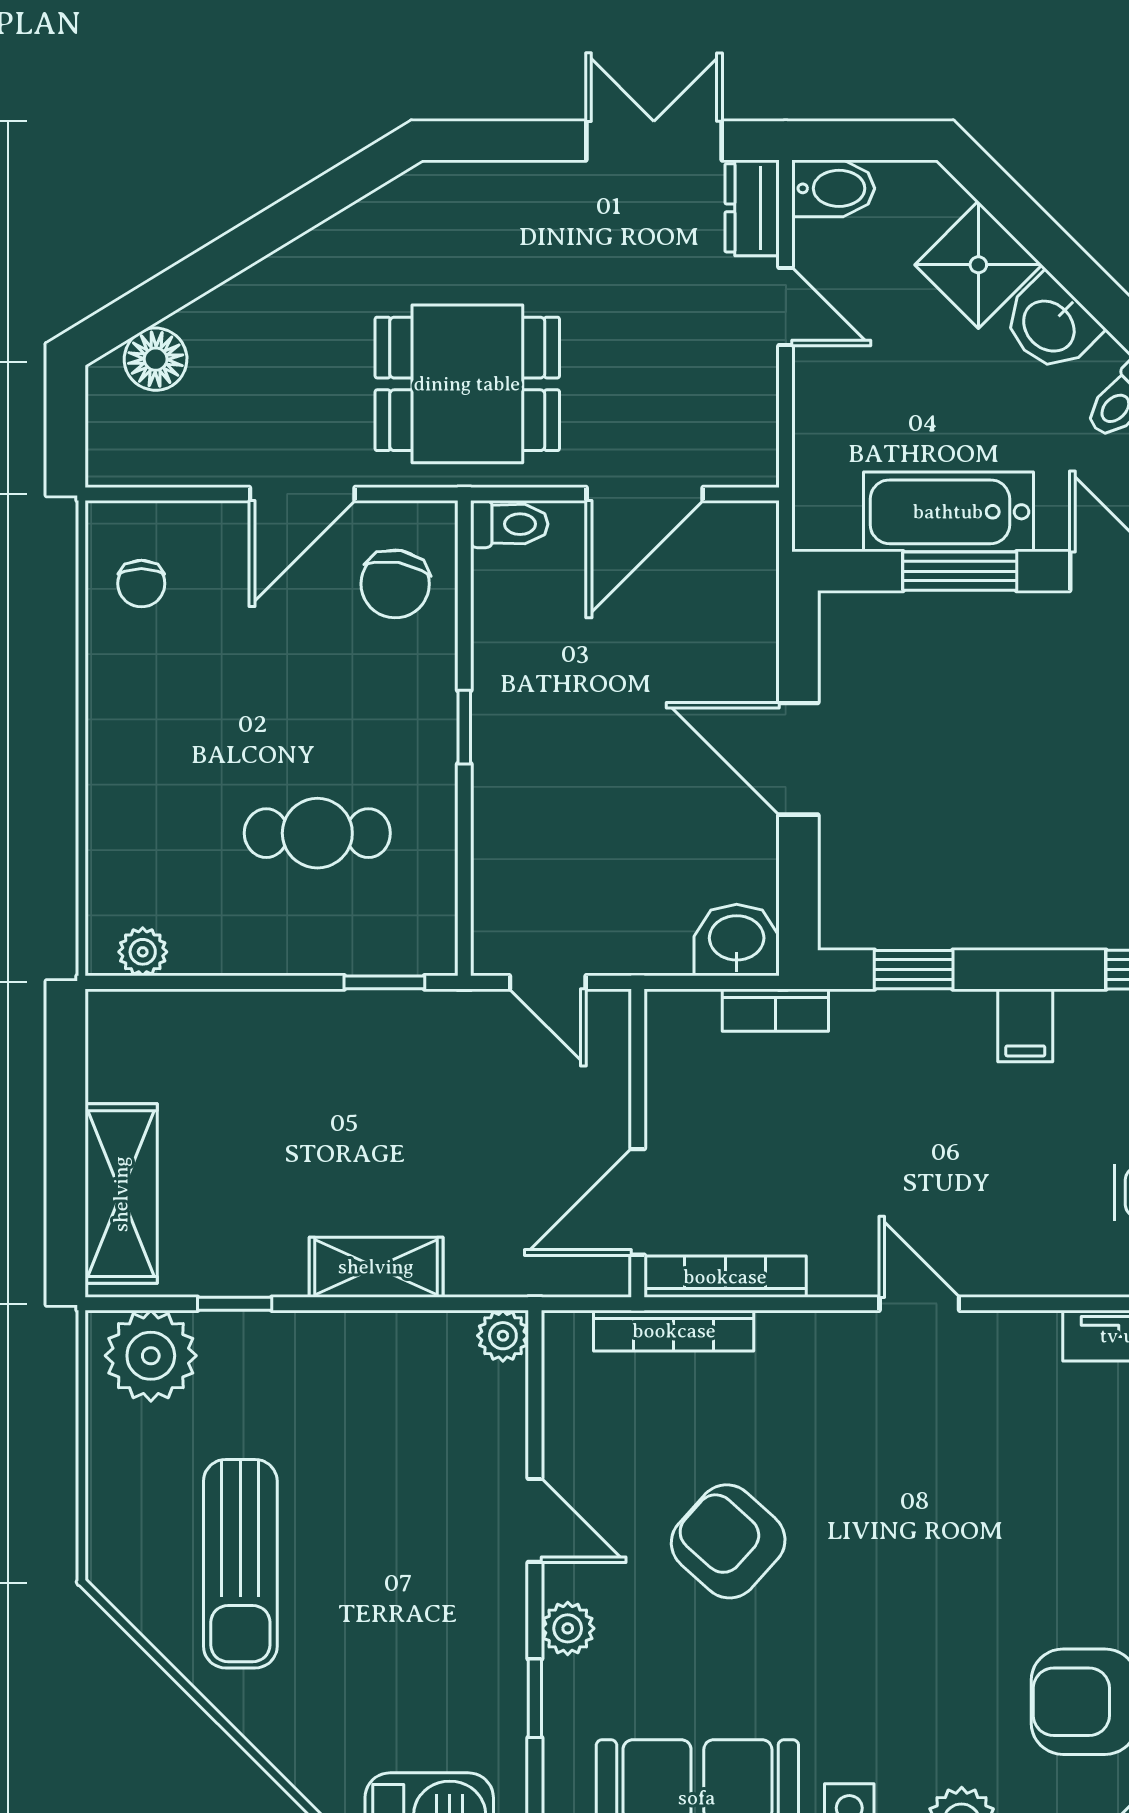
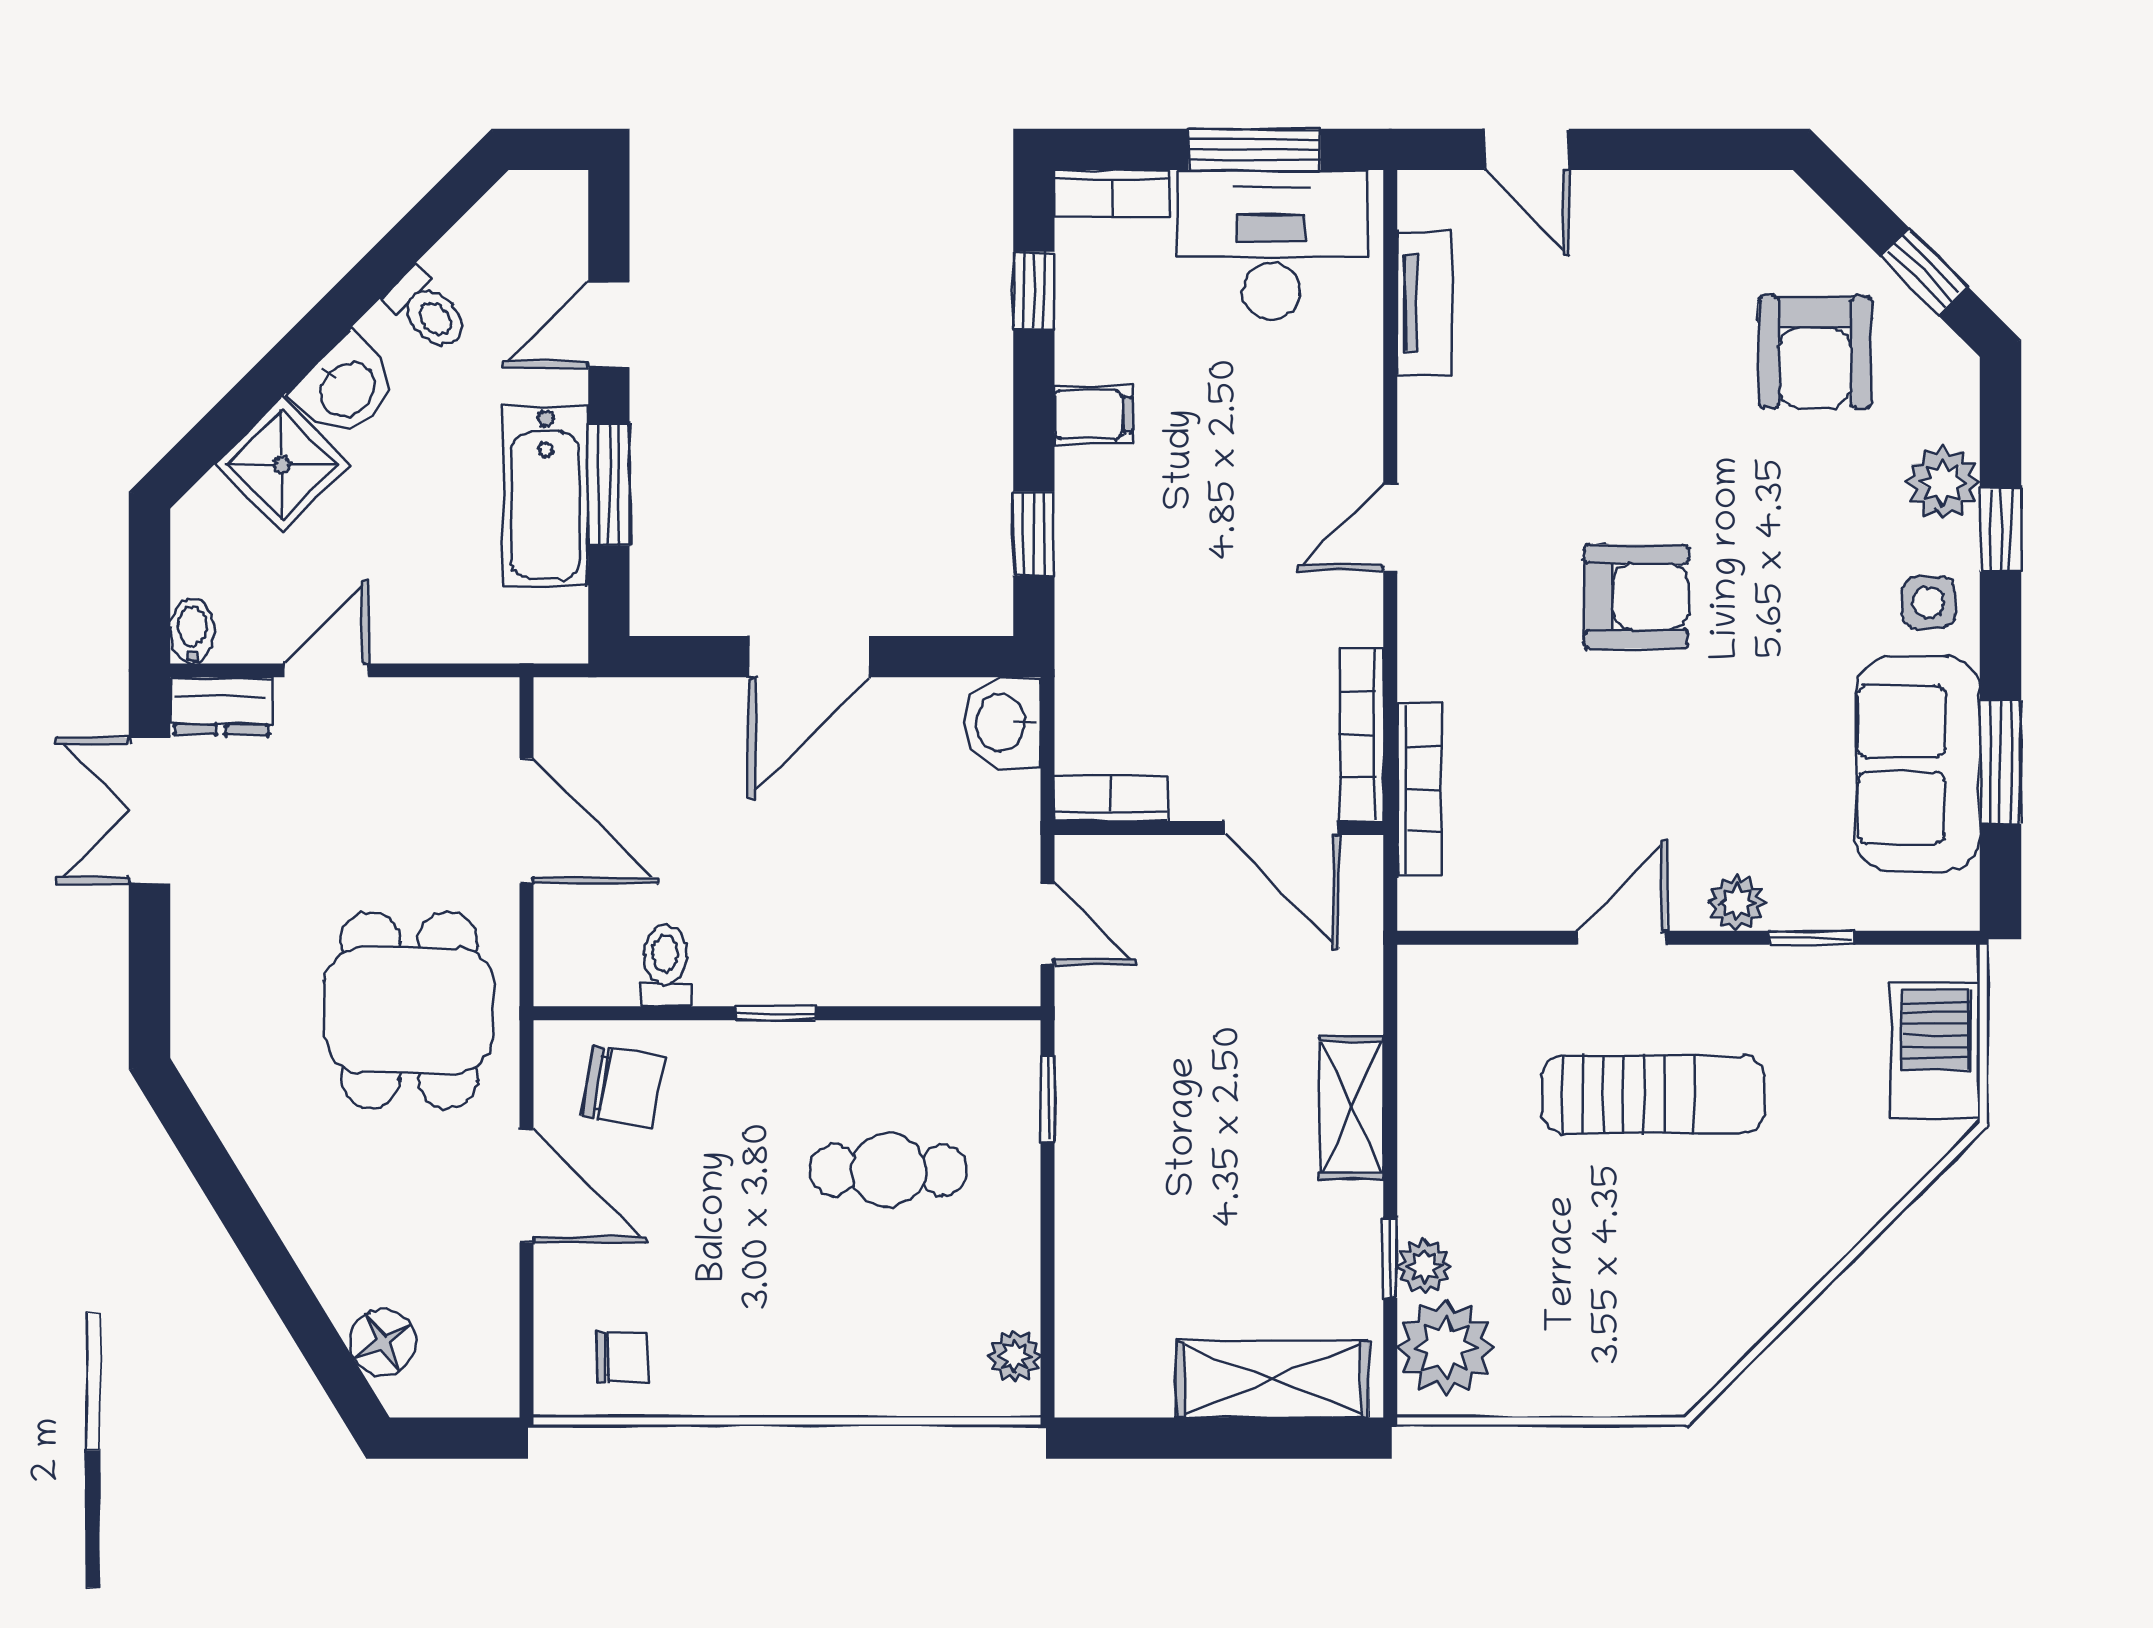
bidet: (833, 188) -> (192, 631), width x0.72, depth x0.74
toilet: (509, 524) -> (665, 965), moved
cafe table: (317, 833) -> (888, 1170), turned 90
door: (548, 982) -> (1048, 924), hinge flipped
bookcase: (775, 1010) -> (1111, 799), moved, turned -90
plant: (503, 1336) -> (1424, 1266), moved
armchair: (728, 1541) -> (1636, 596), moved, turned -132
sun lounger: (240, 1564) -> (1653, 1094), moved

